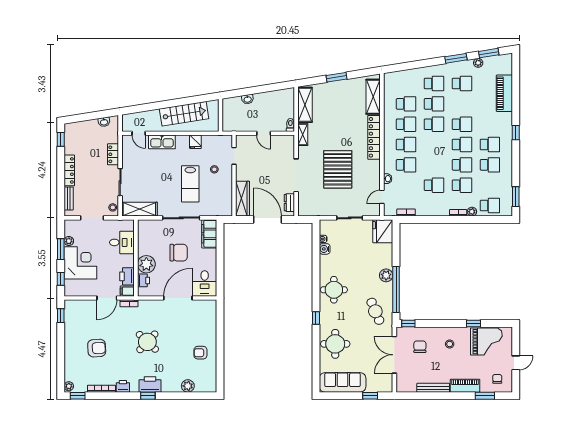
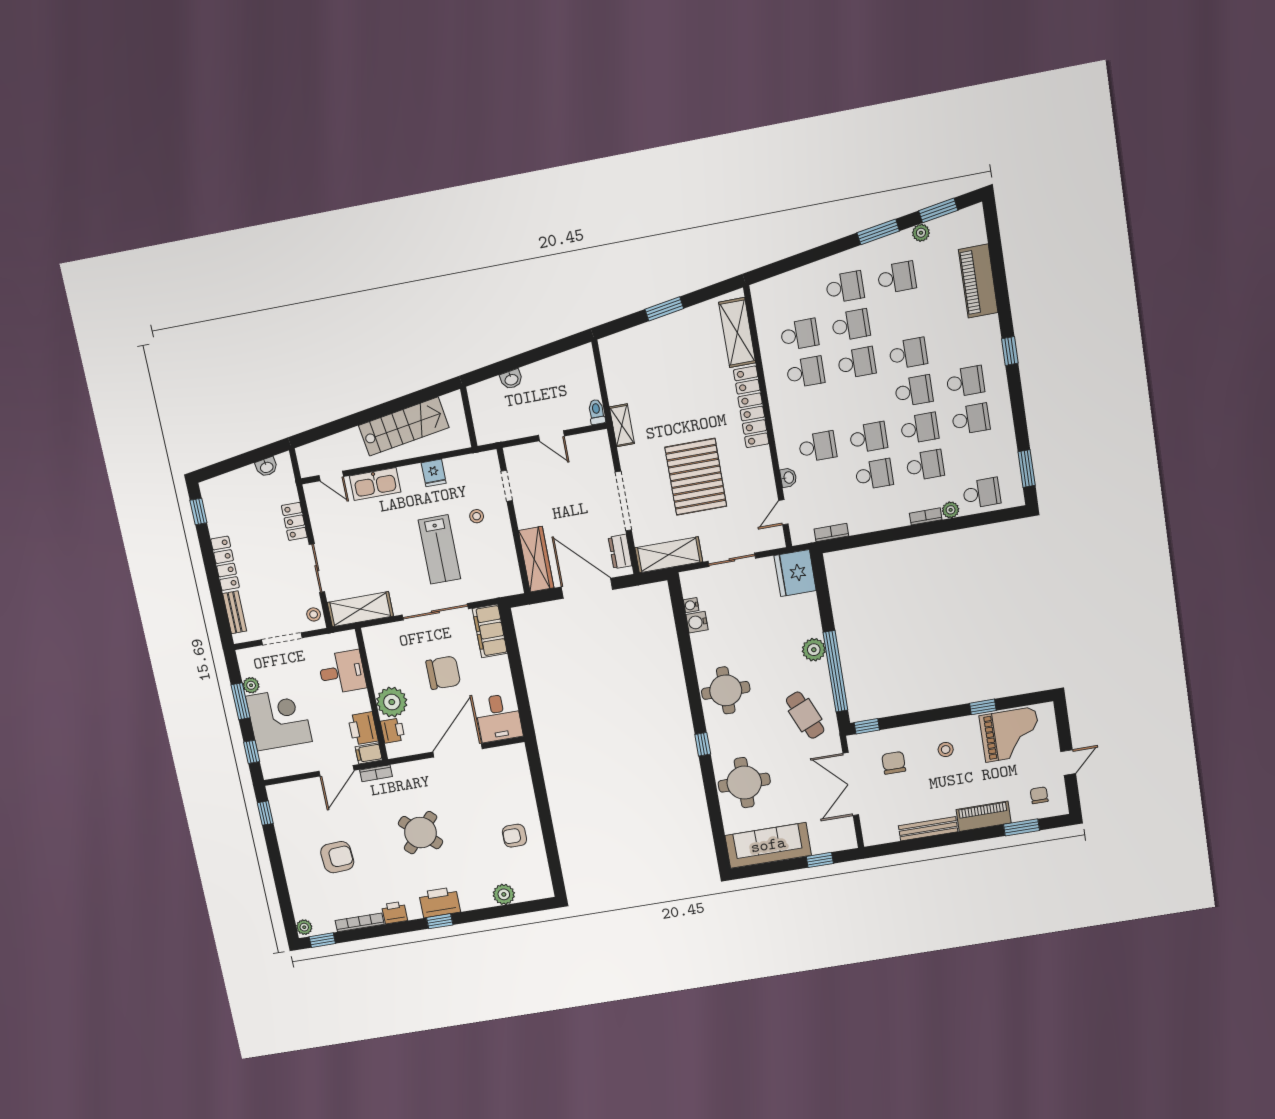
shelving: (305, 105) -> (669, 555), moved, turned 90
school desk: (406, 145) -> (868, 437), moved

